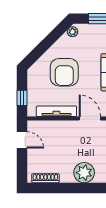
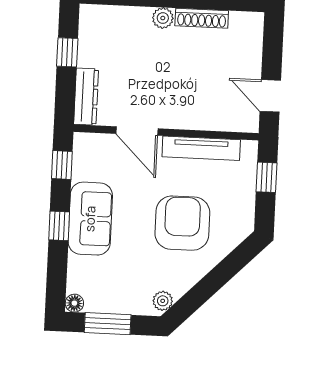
plant: (84, 173) -> (163, 18), width x0.53, depth x0.53
shoe rack: (45, 178) -> (202, 18), moved

